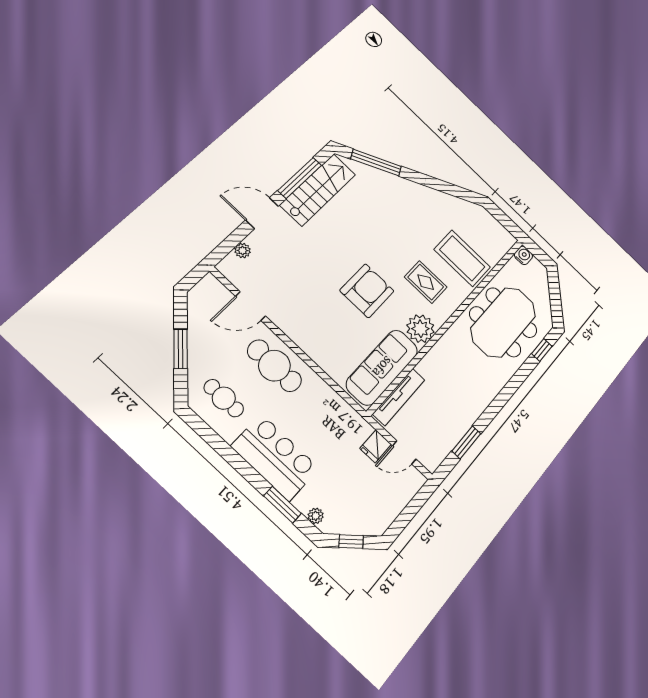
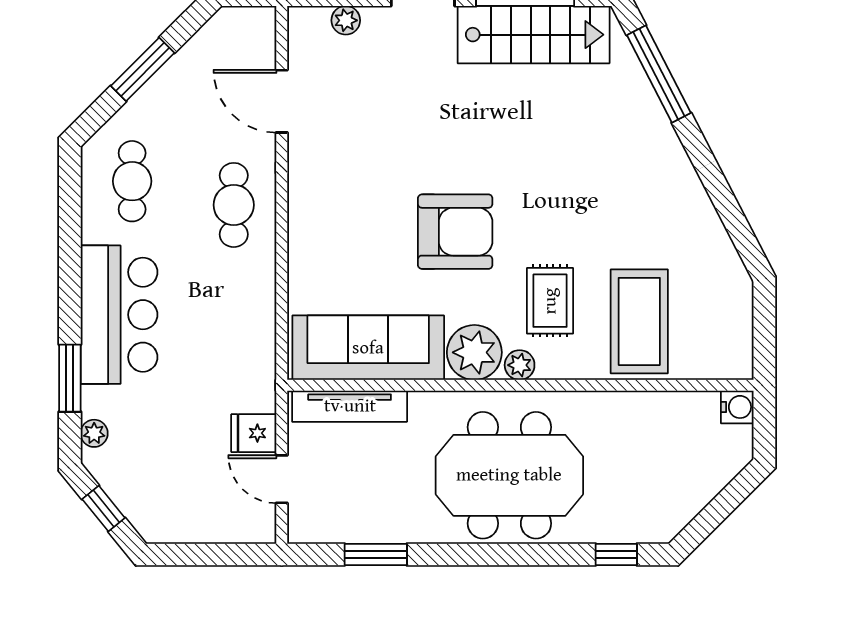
plant: (440, 317) -> (520, 365), added
meeting table: (503, 322) -> (509, 475), moved
cafe table: (274, 366) -> (234, 205), width x0.73, depth x0.74

